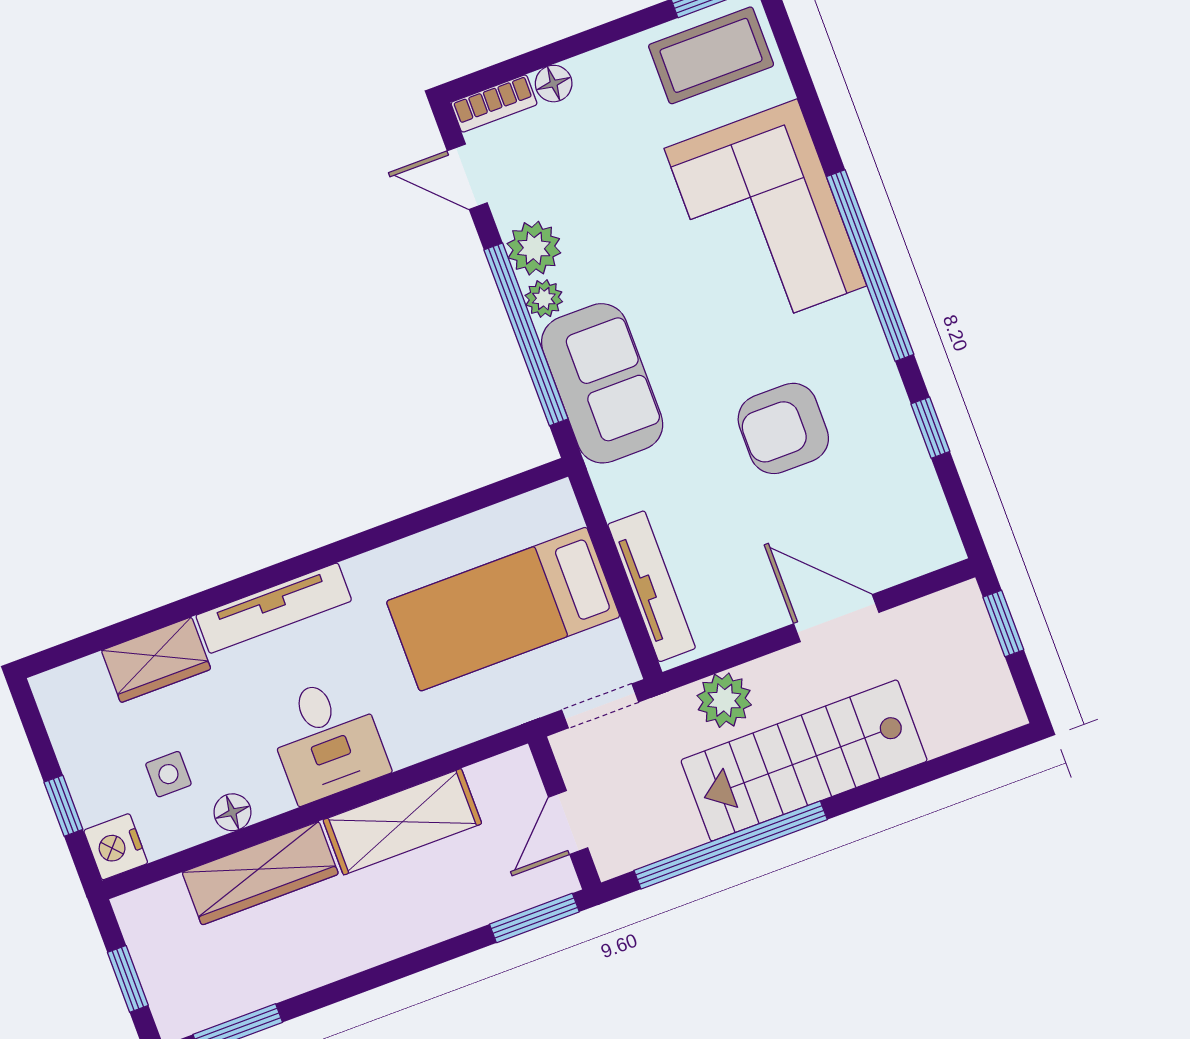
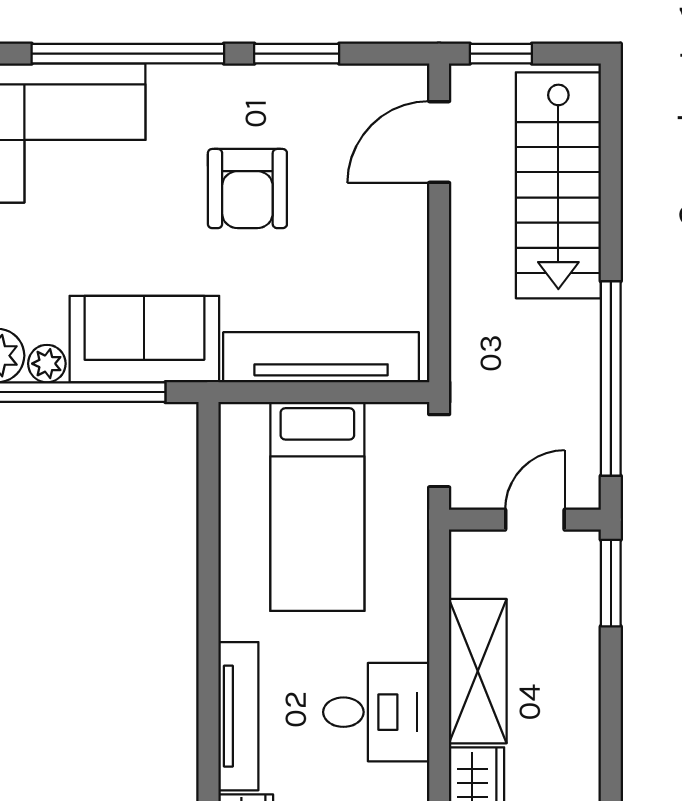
window: (930, 428) -> (297, 54), width x1.50
tv unit: (652, 586) -> (321, 357), width x1.36, depth x1.29
door: (836, 618) -> (439, 142), moved
plant: (724, 700) -> (476, 335), removed
stairs: (804, 760) -> (558, 185), moved
door: (568, 823) -> (535, 520), swing flipped

